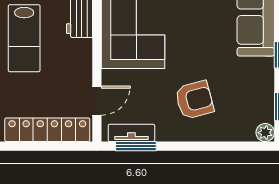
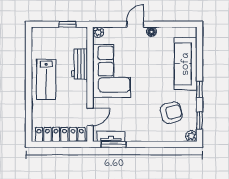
armchair: (194, 100) -> (171, 113), moved

